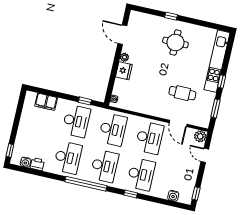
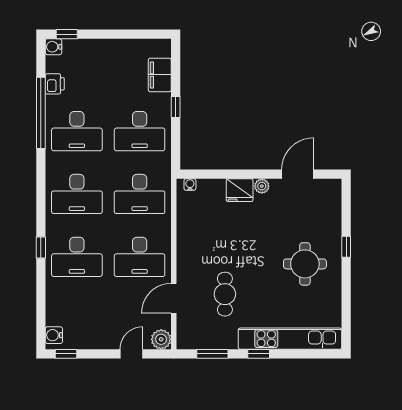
window: (85, 101) -> (176, 107), moved
water cooler: (26, 162) -> (53, 47), moved
window: (86, 184) -> (41, 113), moved
water cooler: (173, 196) -> (54, 335), moved

